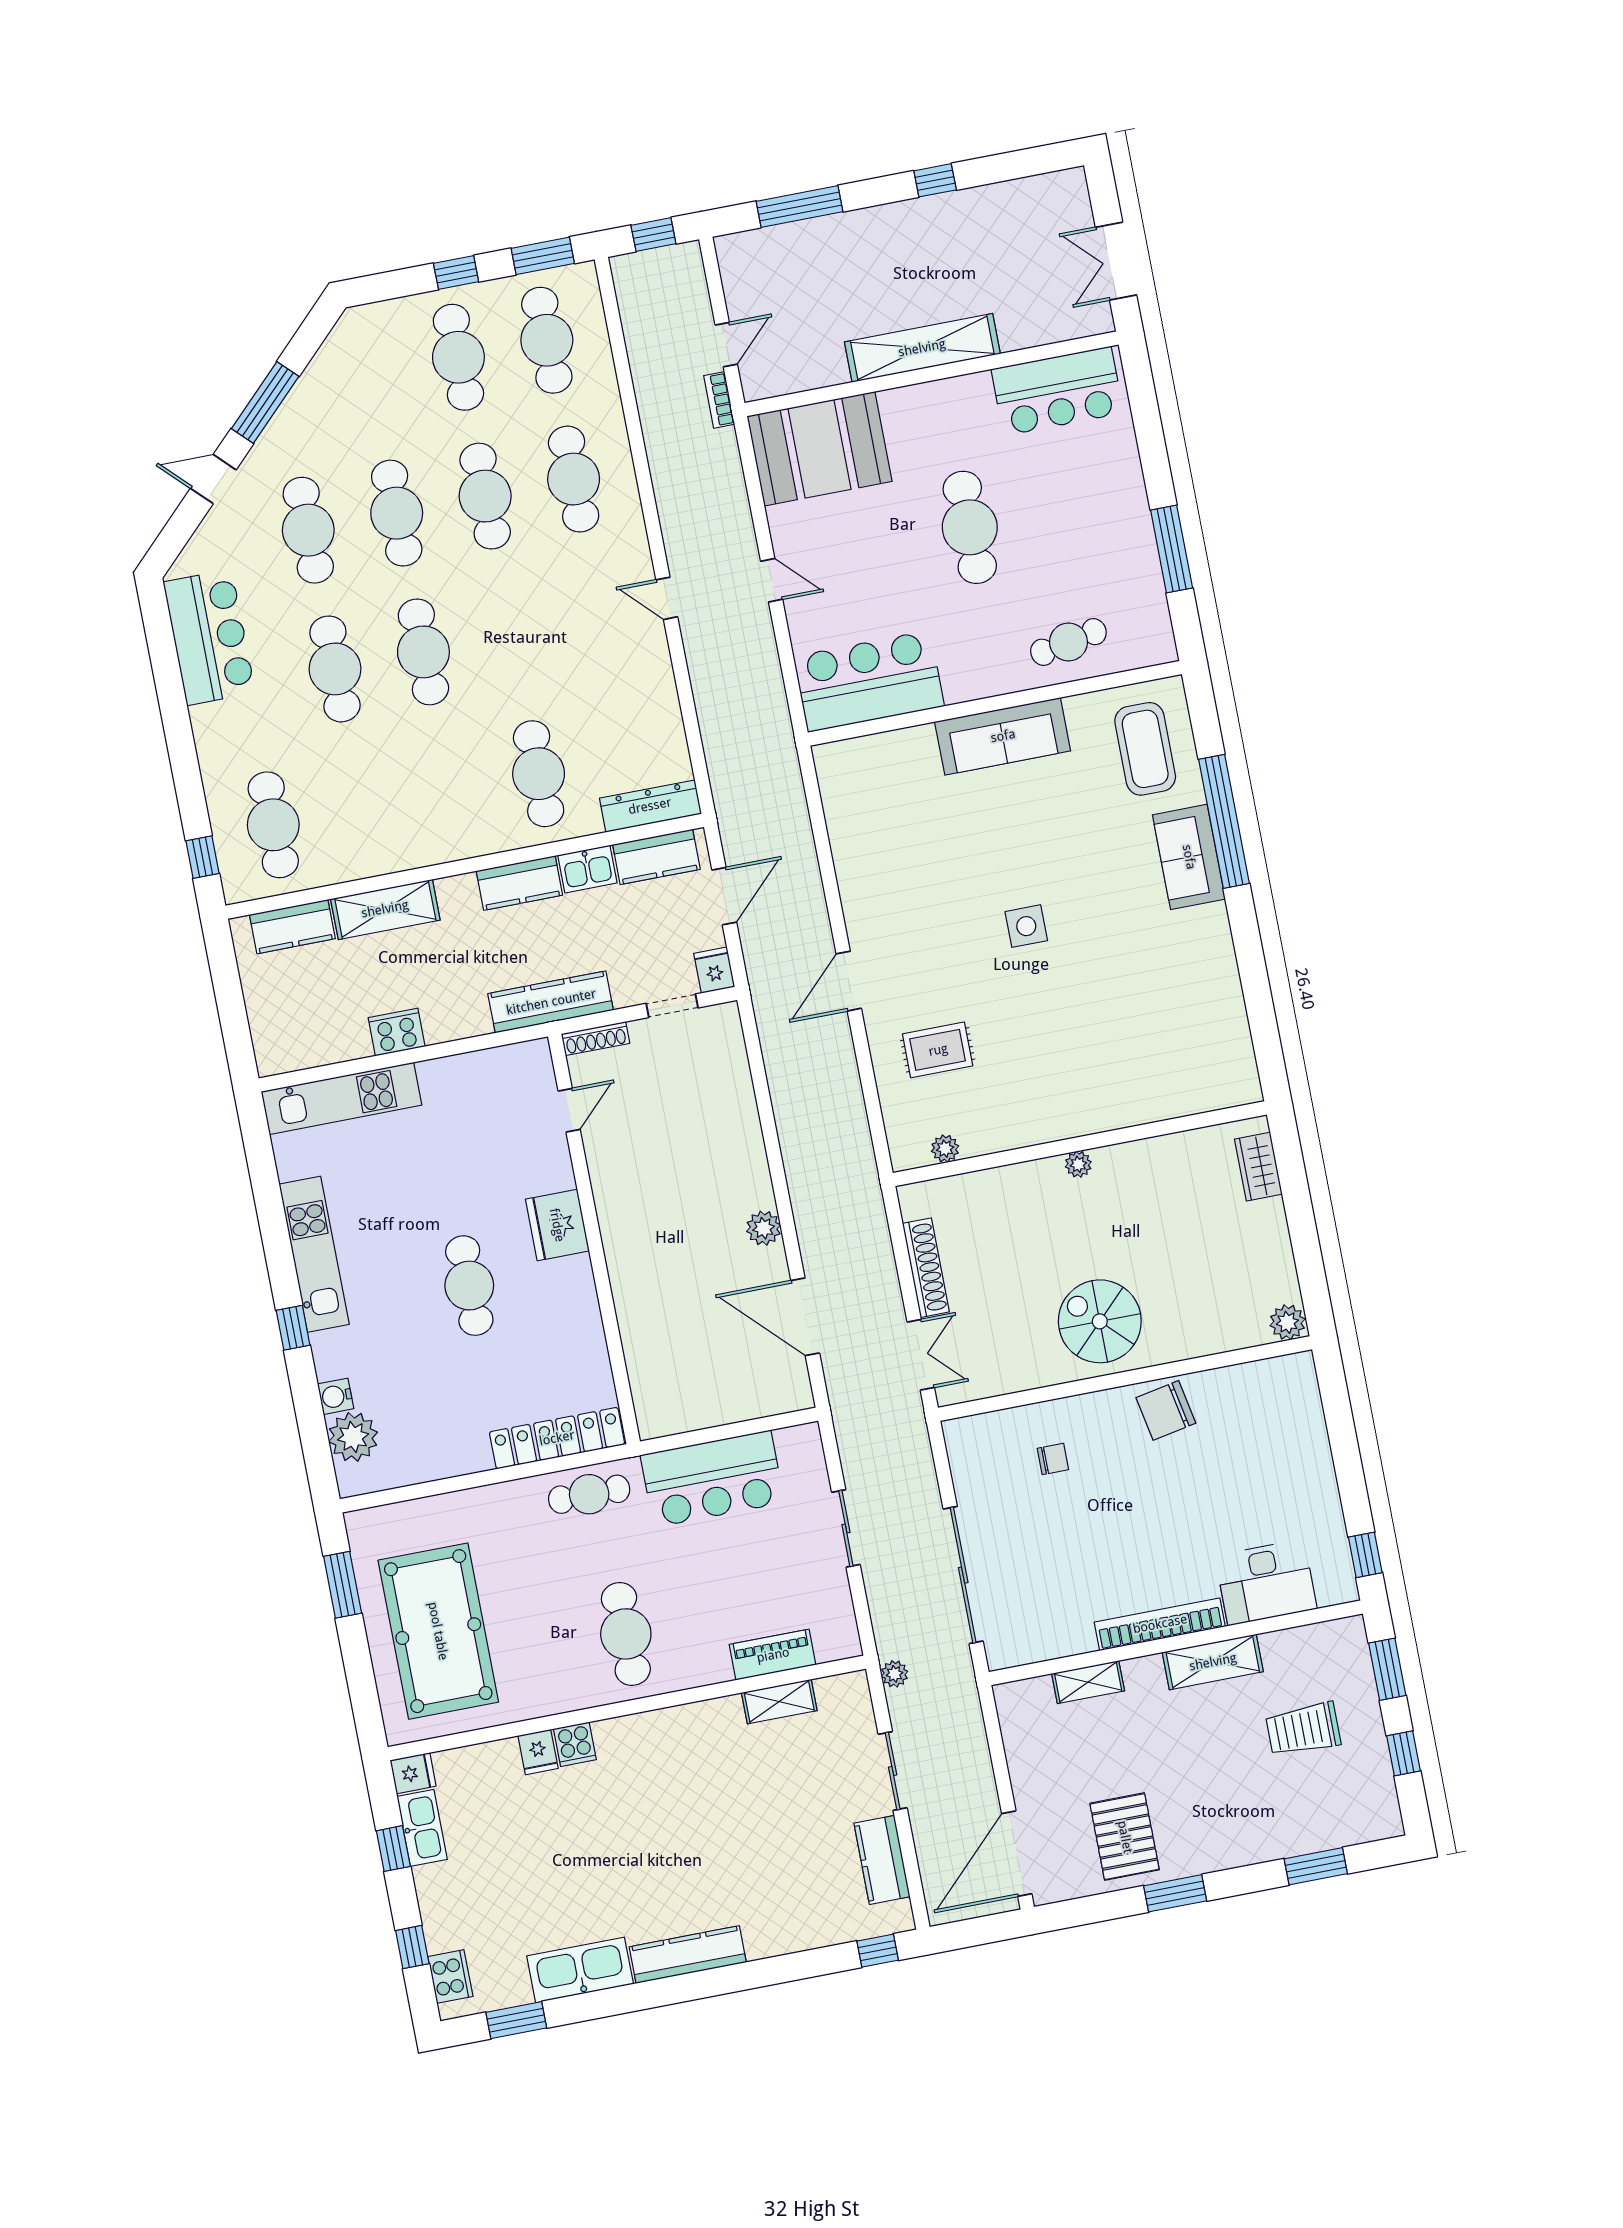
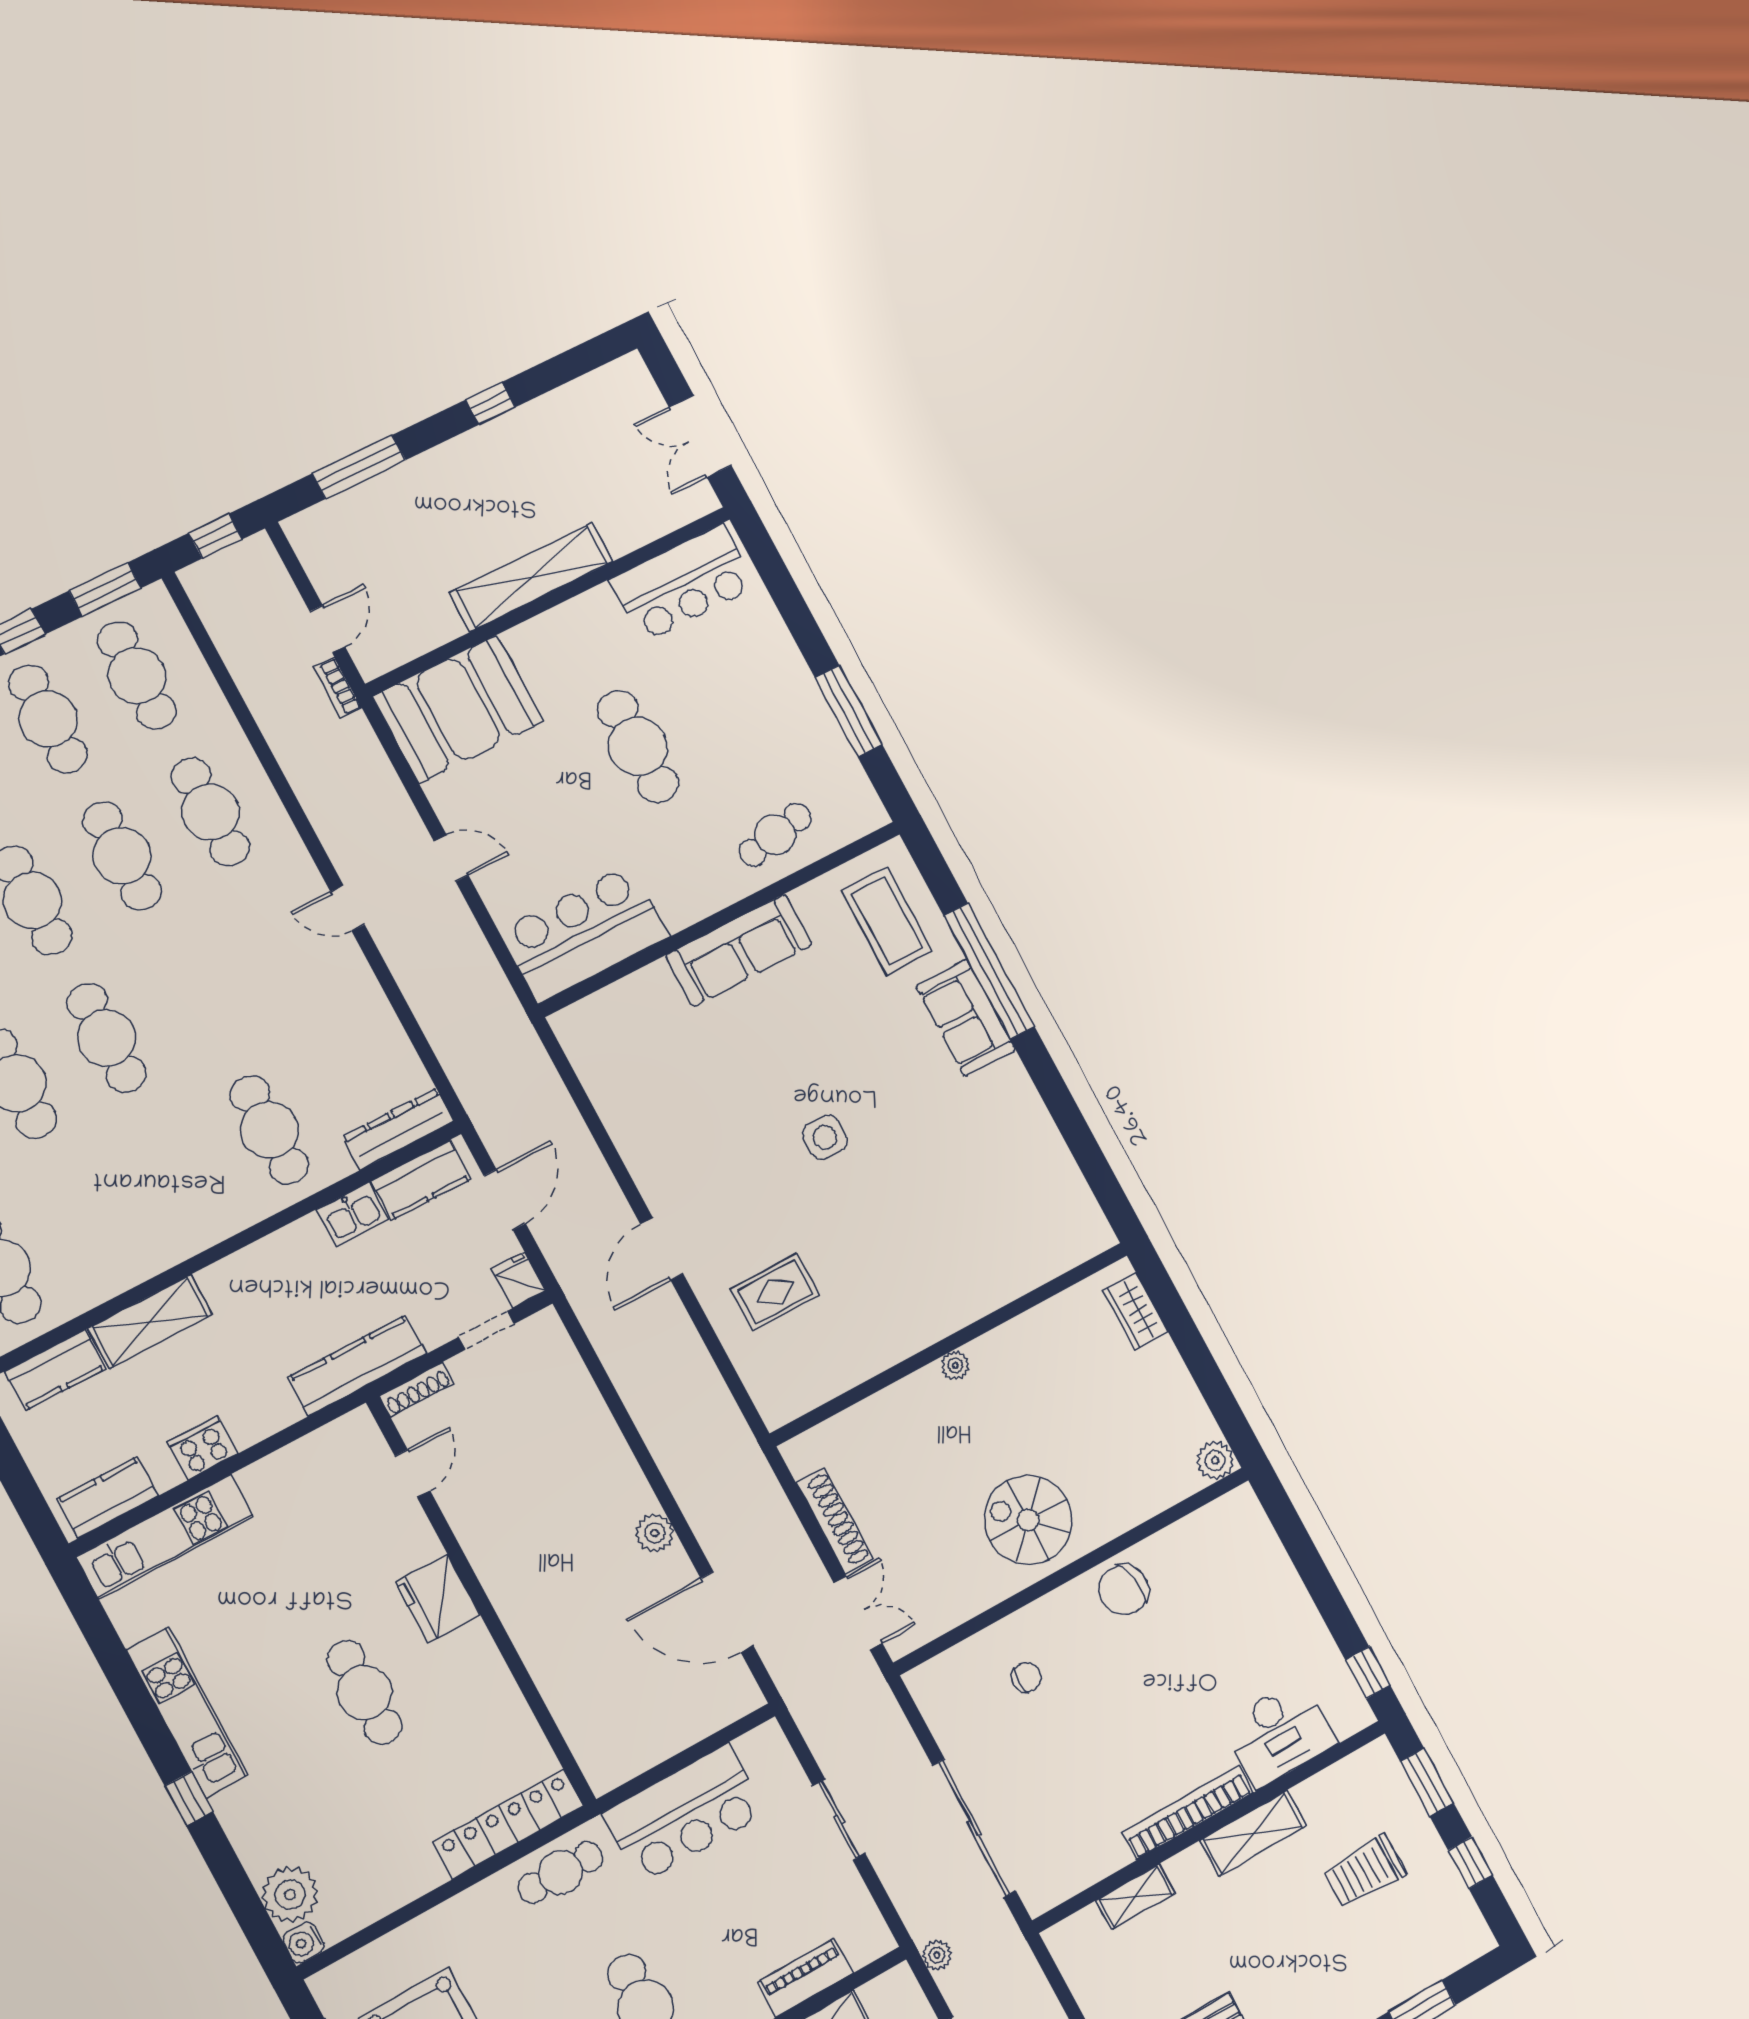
kitchen counter: (519, 883) -> (107, 1497), moved, turned 180
plant: (945, 1149) -> (815, 1392), removed
water cooler: (336, 1396) -> (304, 1942), moved

